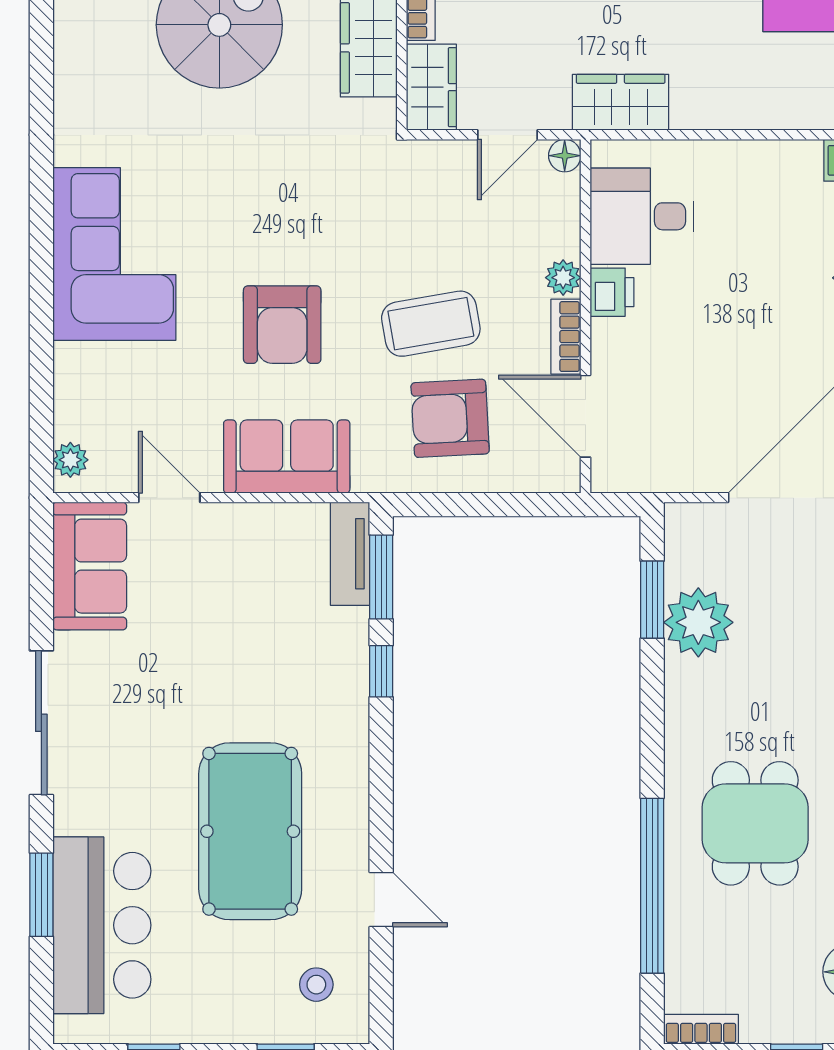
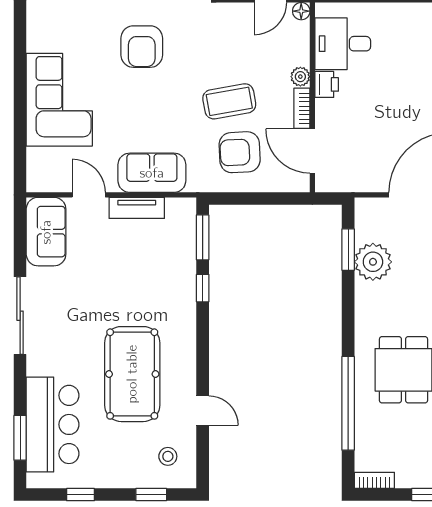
corner sofa: (114, 254) -> (59, 100), moved
armchair: (282, 325) -> (142, 47), moved
plant: (70, 460) -> (36, 175), removed
tv unit: (350, 554) -> (137, 208), moved, turned -90
window: (41, 895) -> (20, 438), moved

